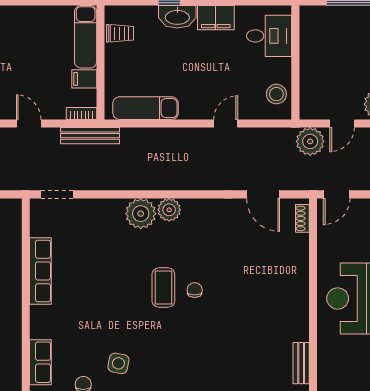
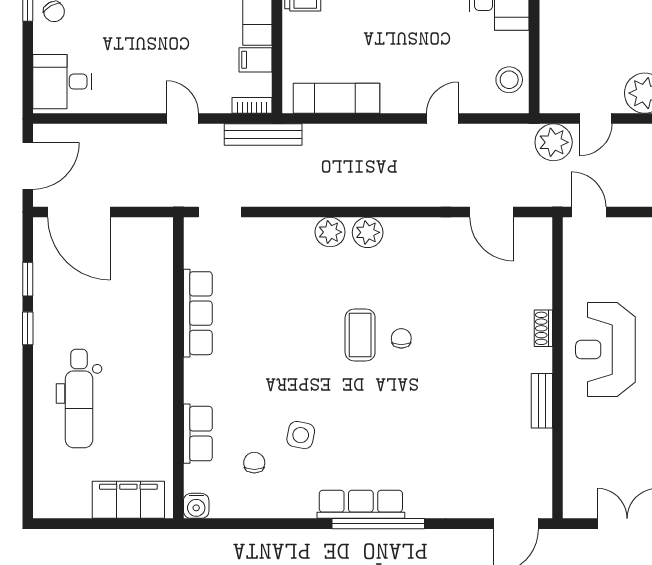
door: (337, 194) -> (589, 212), swing flipped
plant: (141, 214) -> (330, 232), width x0.73, depth x0.73
shoe rack: (302, 218) -> (543, 328), moved
bench: (301, 363) -> (542, 401), moved

